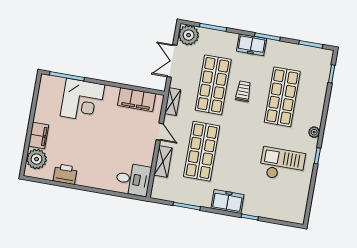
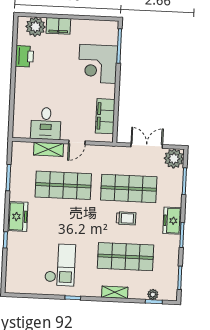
shelving: (173, 102) -> (115, 292), moved
plant: (314, 132) -> (153, 294), moved
desk: (133, 179) -> (46, 123), moved

